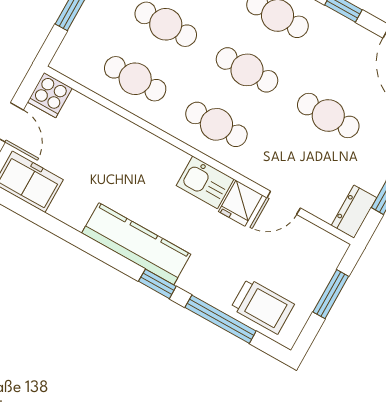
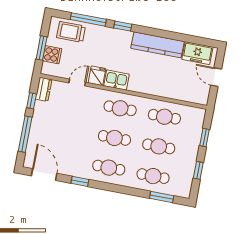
cooker: (50, 95) -> (52, 55), moved, turned 90
cafe table: (328, 115) -> (70, 129), removed
kitchen counter: (136, 244) -> (157, 45), moved

